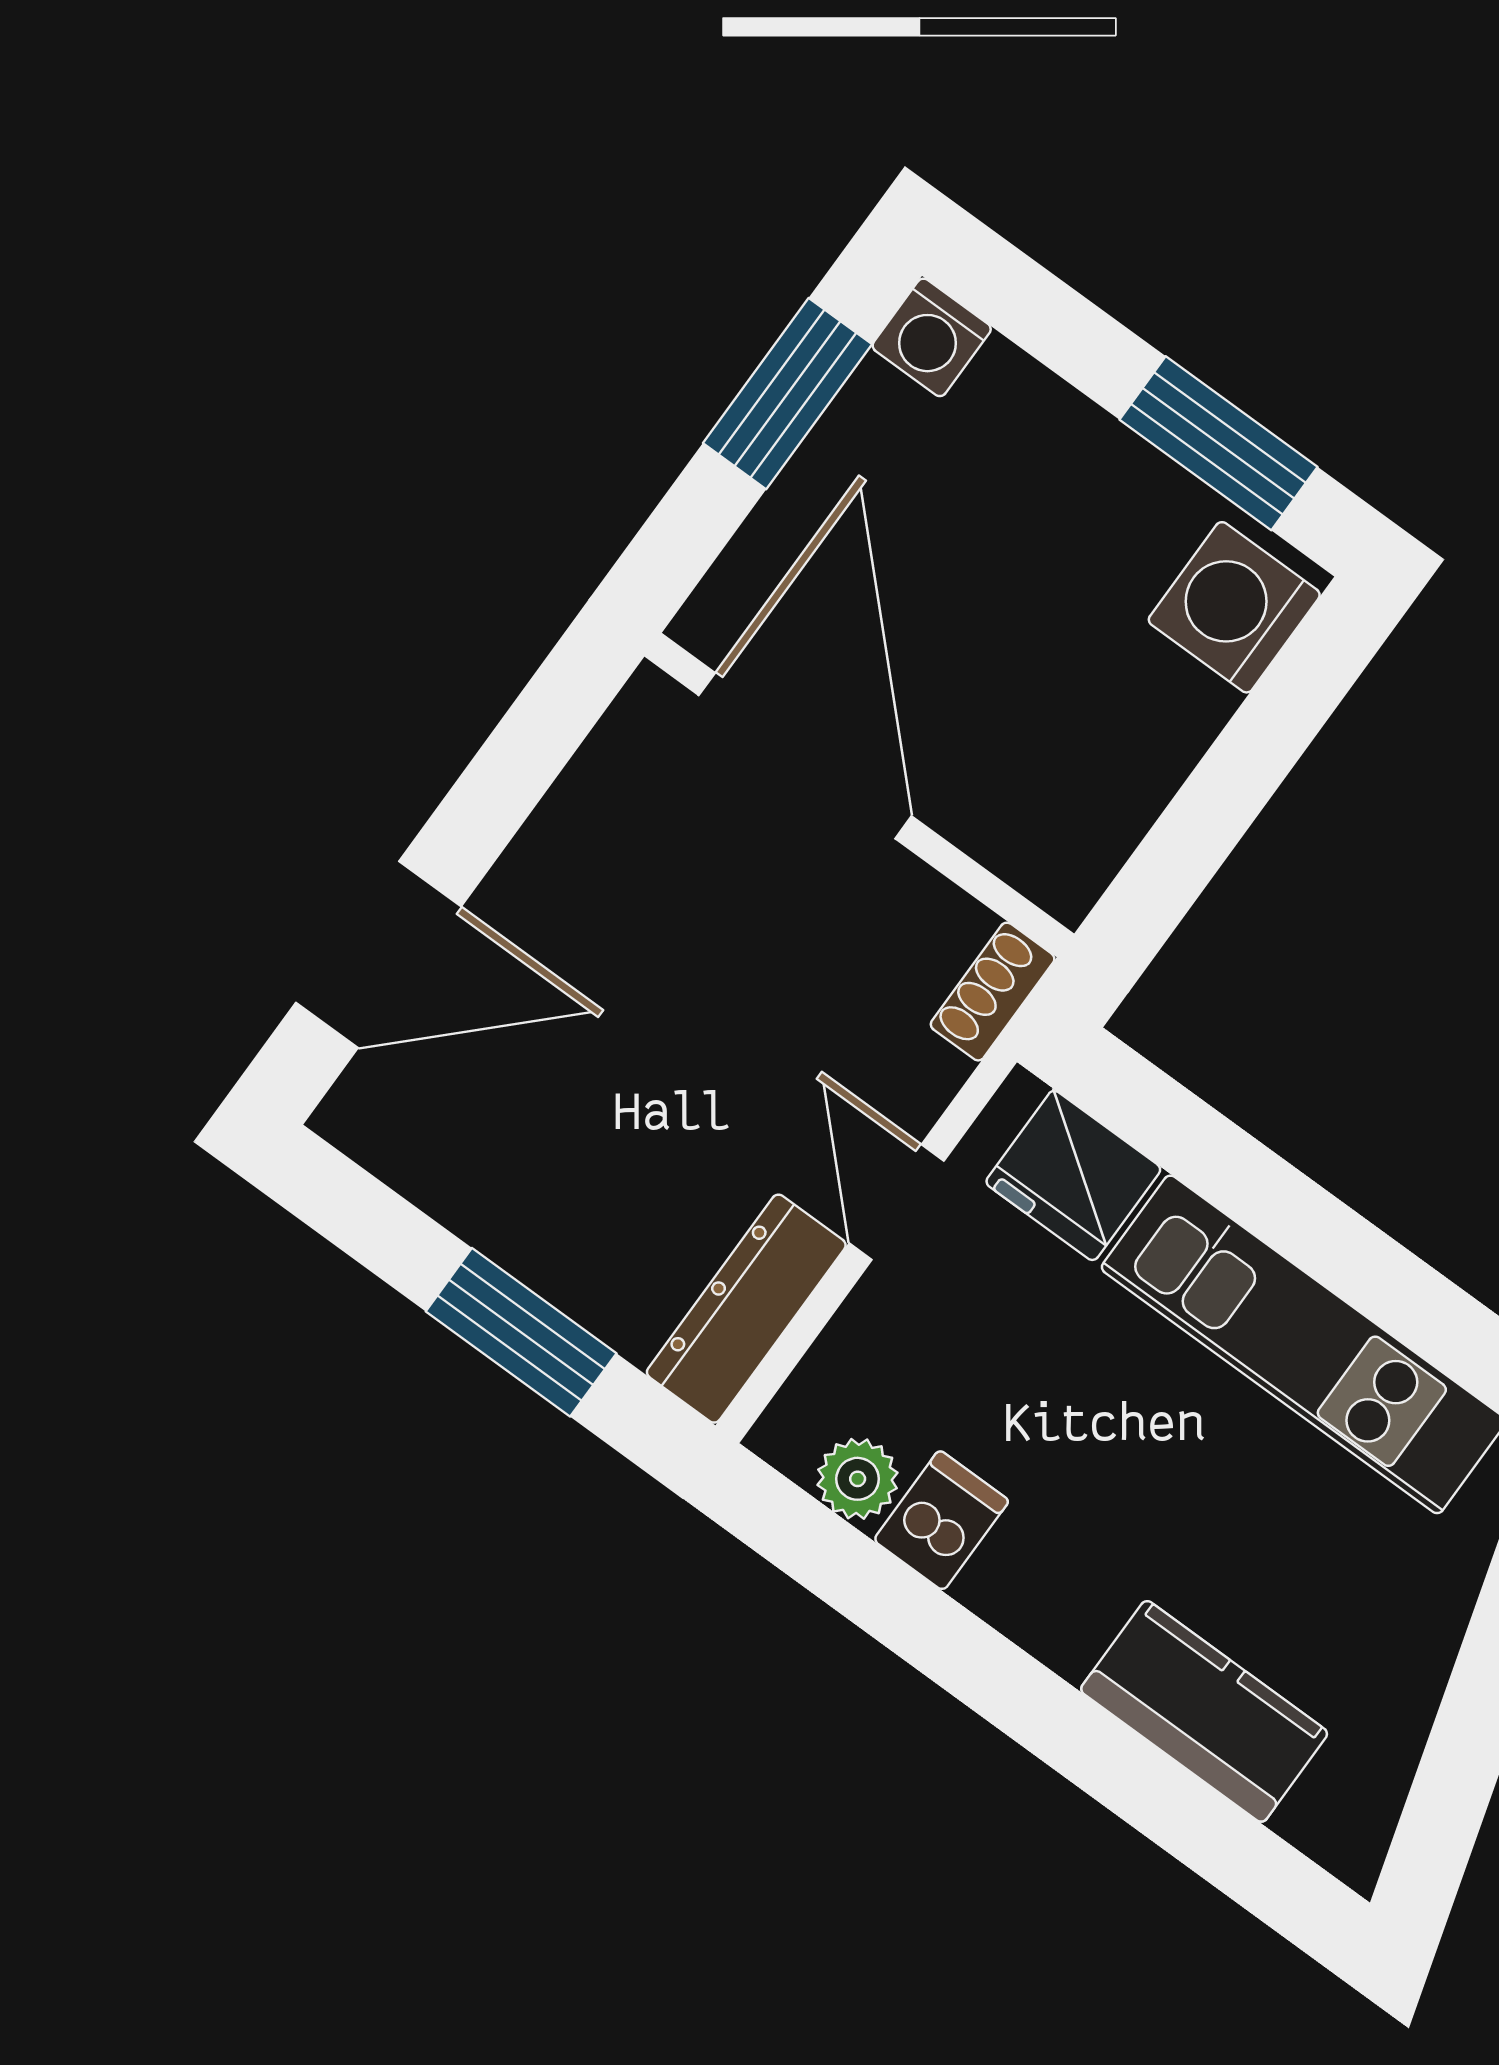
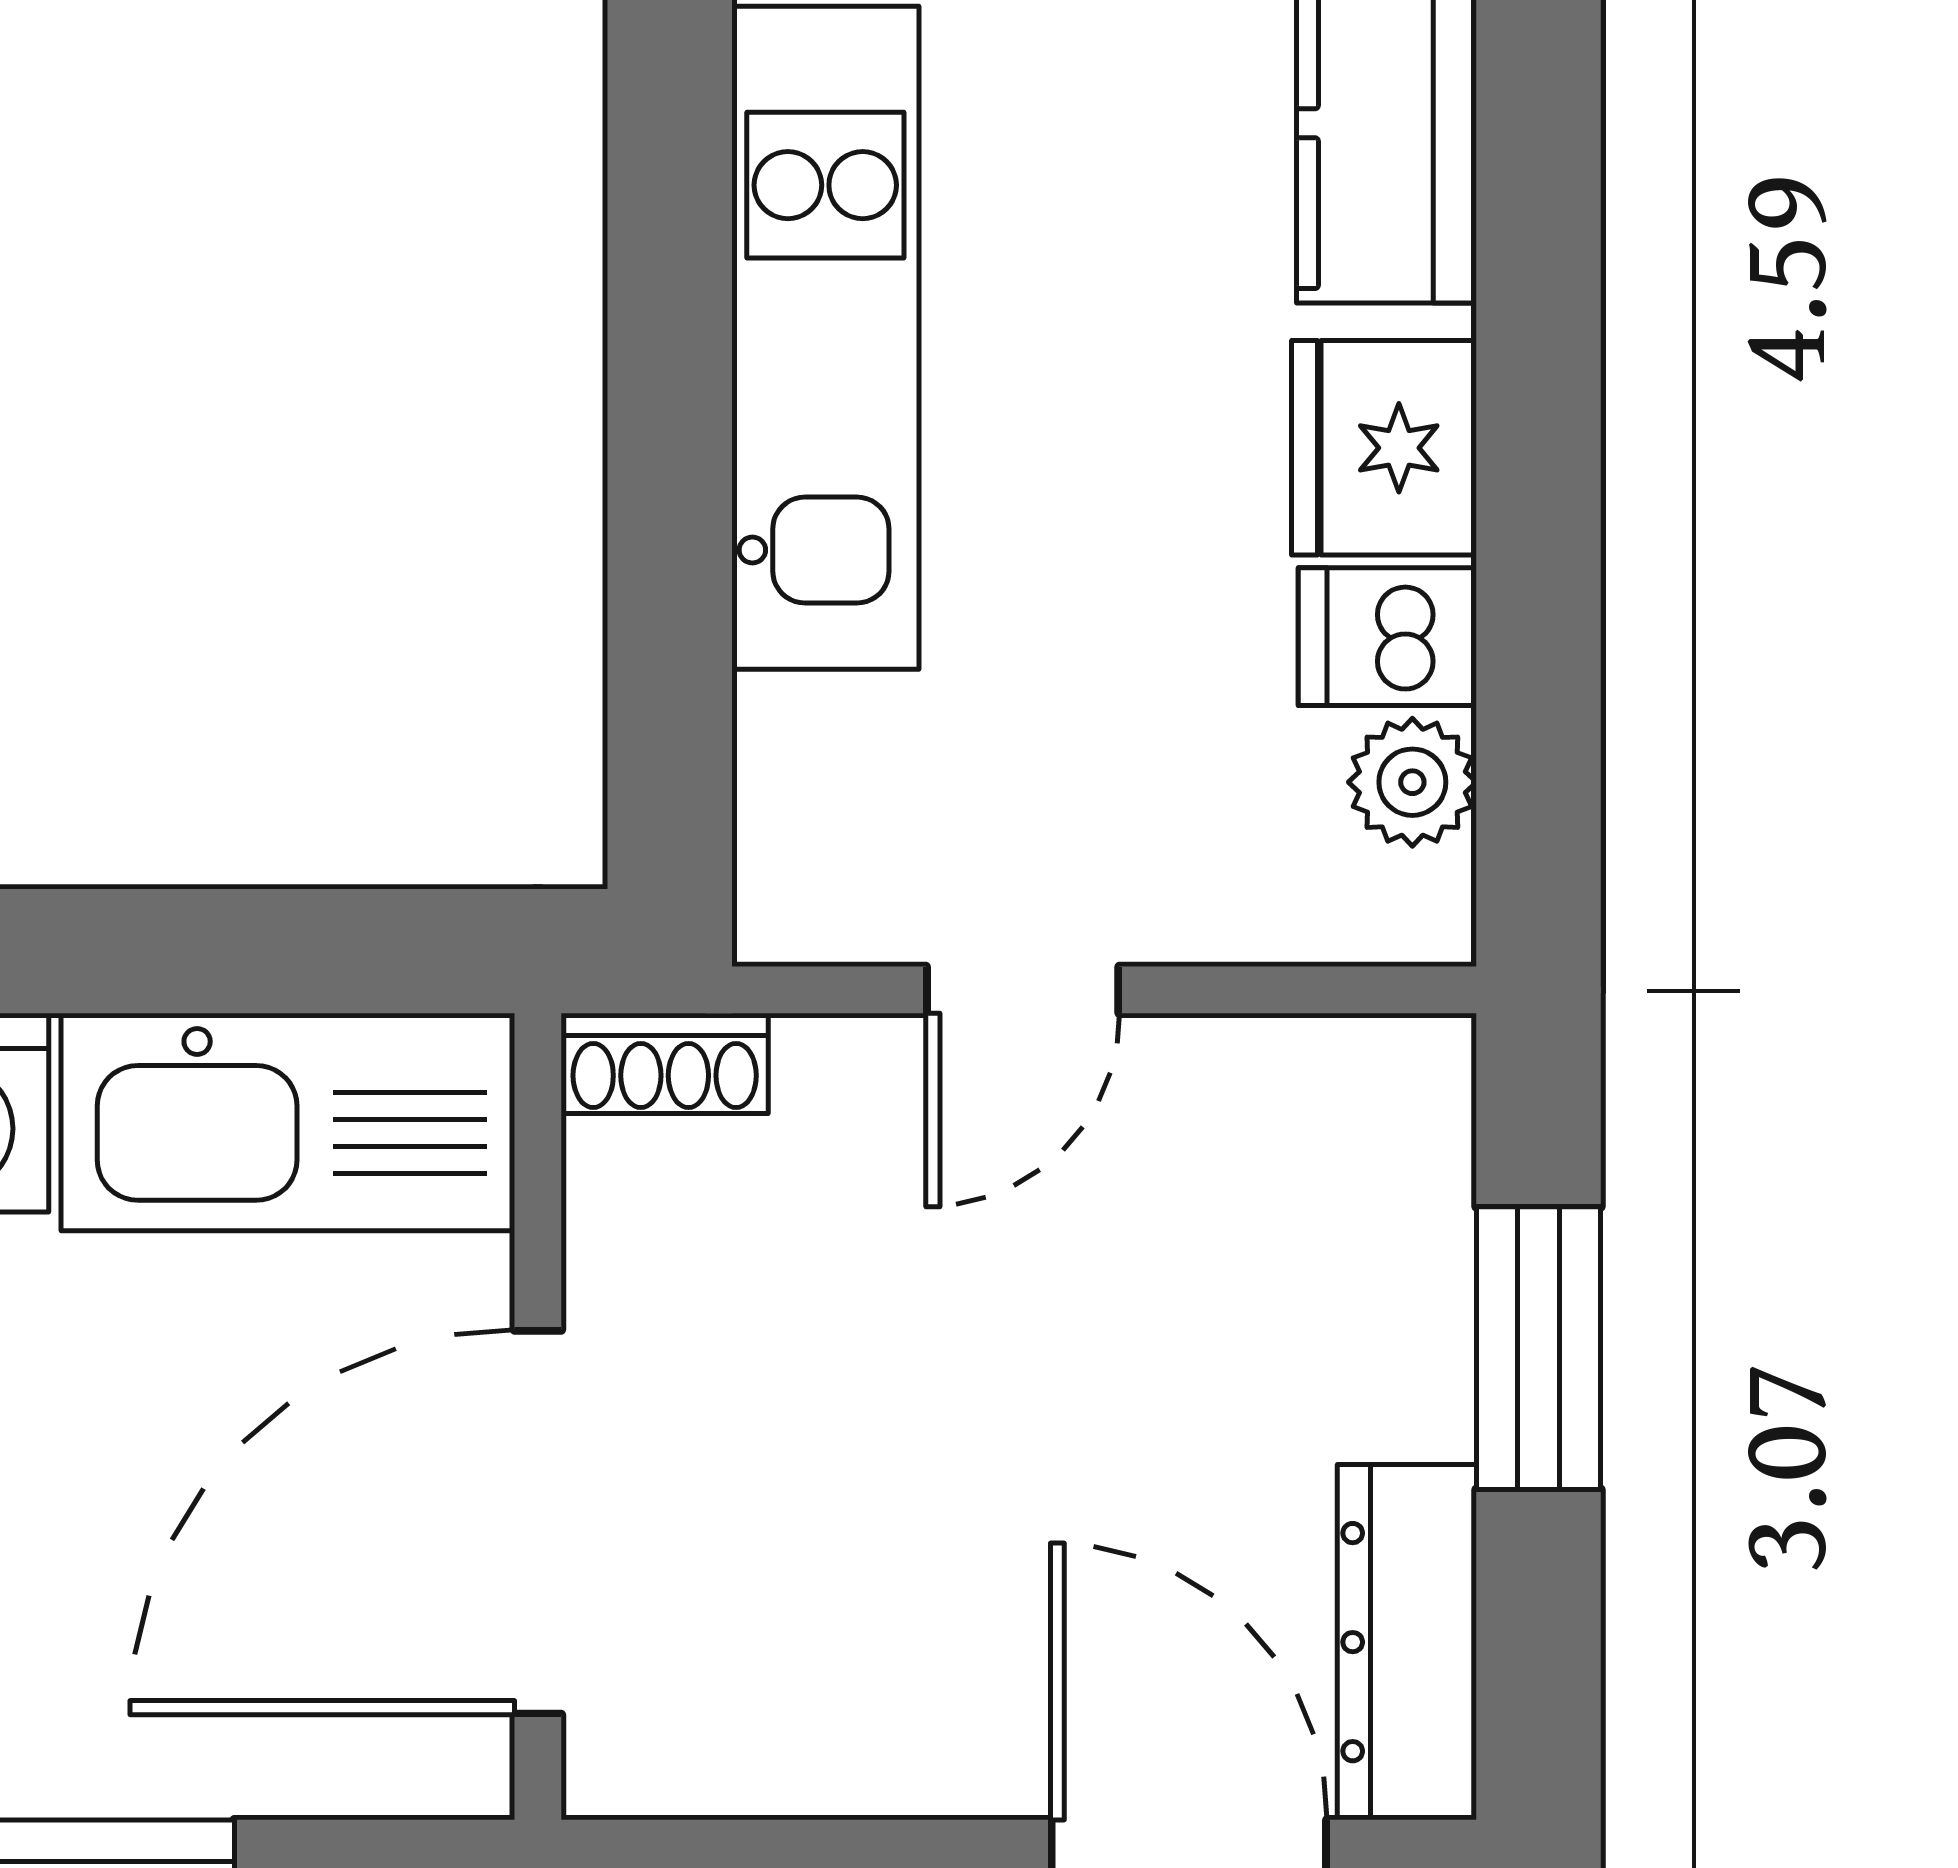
kitchen sink: (1103, 777) -> (288, 1122), added
fridge: (1073, 1175) -> (1384, 448), moved, turned 180
dresser: (746, 1309) -> (1407, 1642), moved, turned 90

